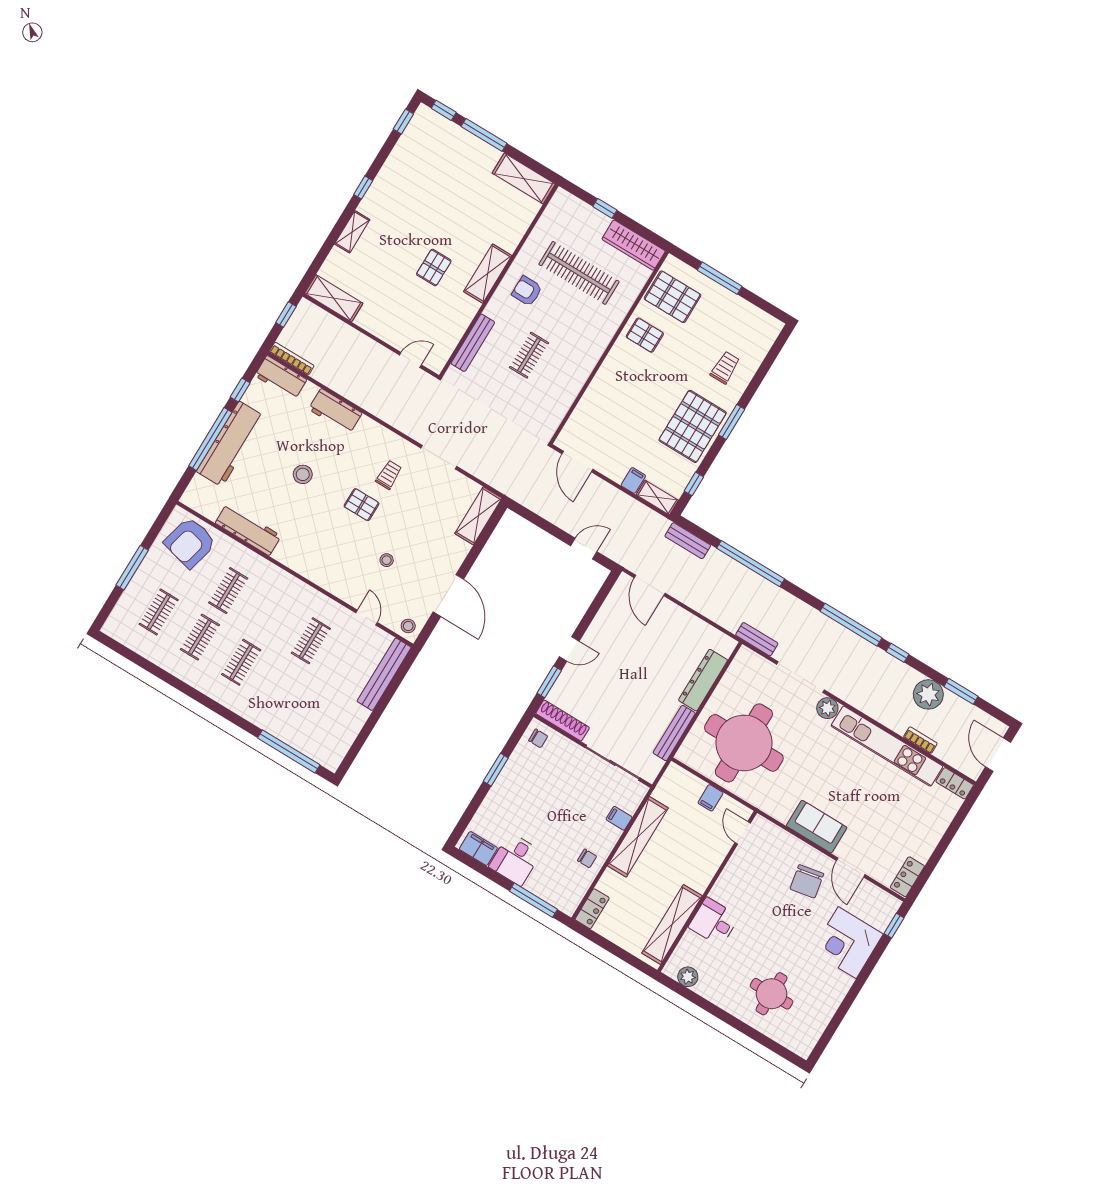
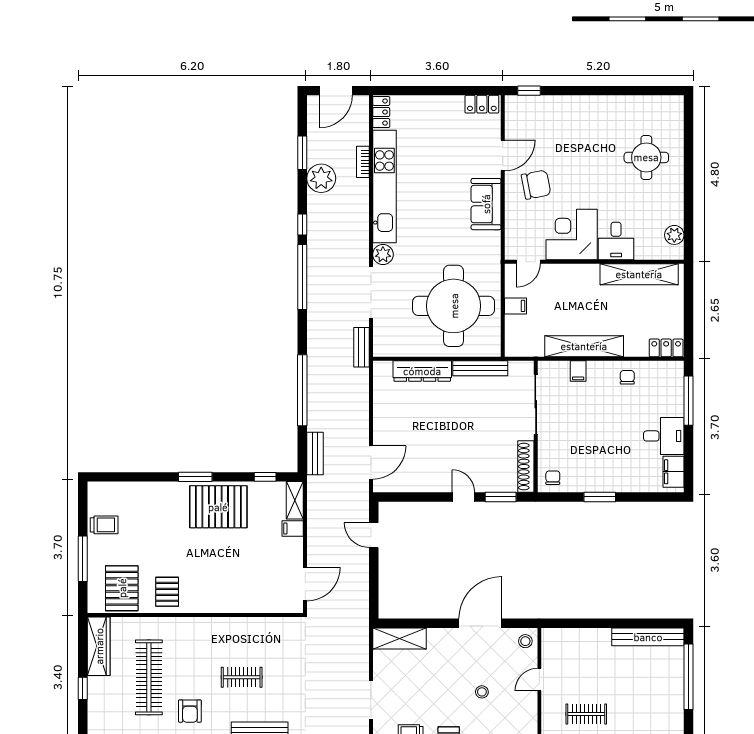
trolley: (725, 368) -> (104, 525), moved, turned 180
bench: (384, 674) -> (648, 637), moved
corner desk: (847, 943) -> (572, 235), moved, turned 180

